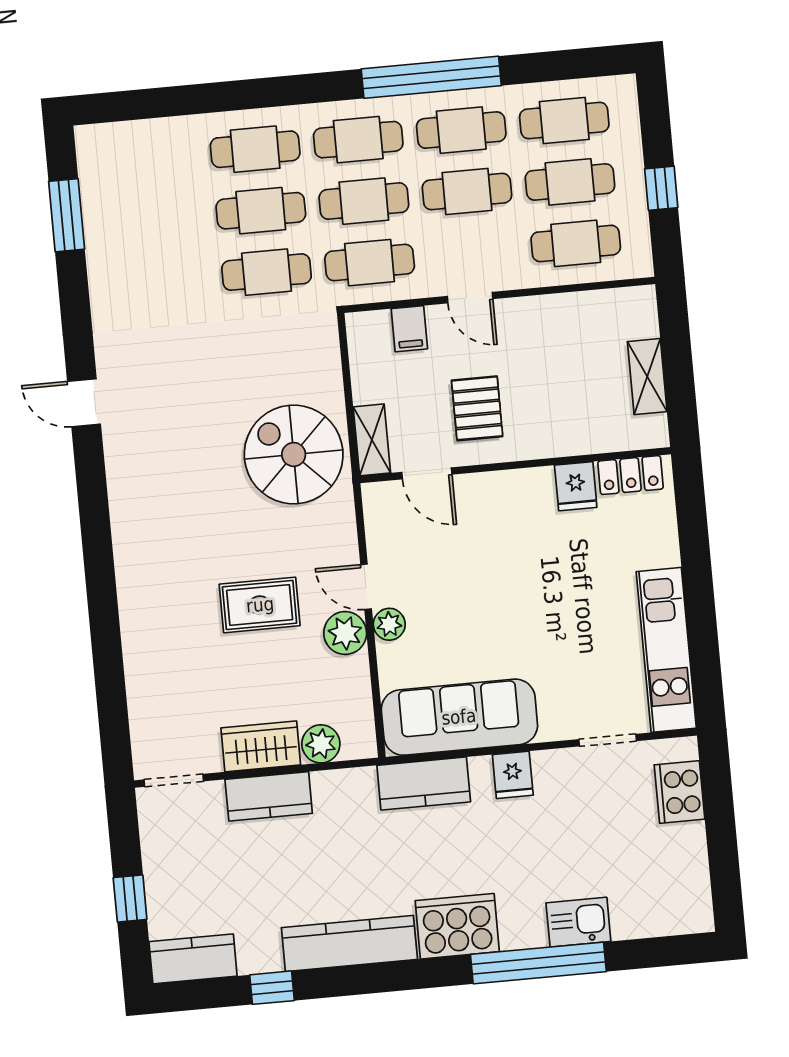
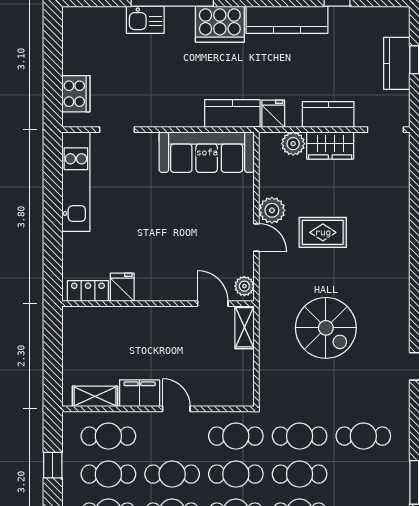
cafe table: (164, 282) -> (363, 436), added
filing cabinet: (409, 329) -> (140, 393), moved, width x2.00
shelving: (647, 377) -> (95, 396), moved, turned 90
pallet: (477, 408) -> (178, 341), removed
spiral stairs: (294, 454) -> (326, 328), moved
plant: (389, 624) -> (244, 286), moved
fridge: (513, 775) -> (273, 114), moved
kitchen counter: (193, 959) -> (397, 63), moved, turned 90

